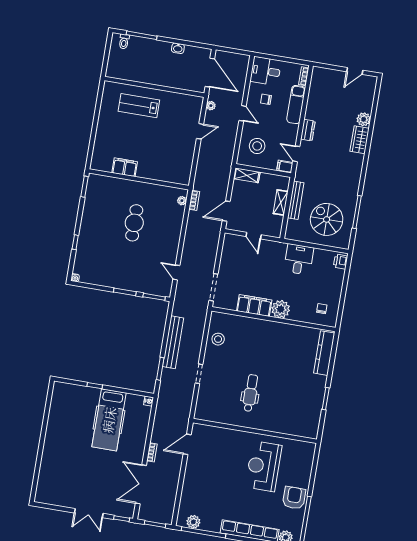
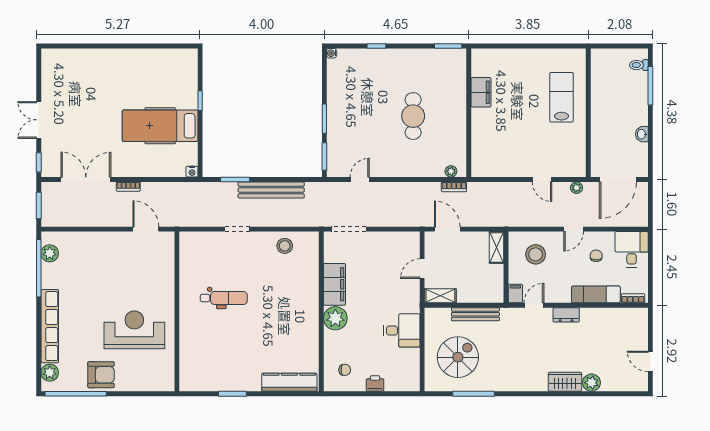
shelving: (281, 203) -> (440, 296), moved
cafe table: (134, 223) -> (413, 116), turned 90
printer: (340, 262) -> (375, 383), moved

